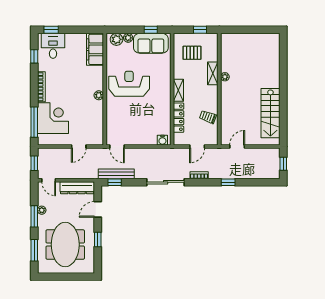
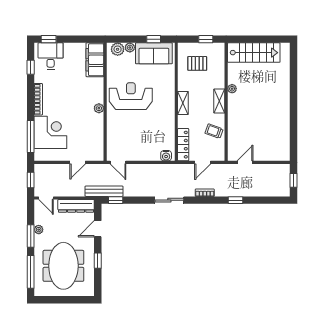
shelving: (213, 73) -> (219, 101), moved
stairs: (270, 113) -> (254, 53), moved, turned -90
locker: (179, 118) -> (183, 145), moved
bench: (116, 174) -> (104, 191), moved
sliding door: (166, 182) -> (169, 200), width x0.73
window: (34, 250) -> (31, 272), width x1.44

